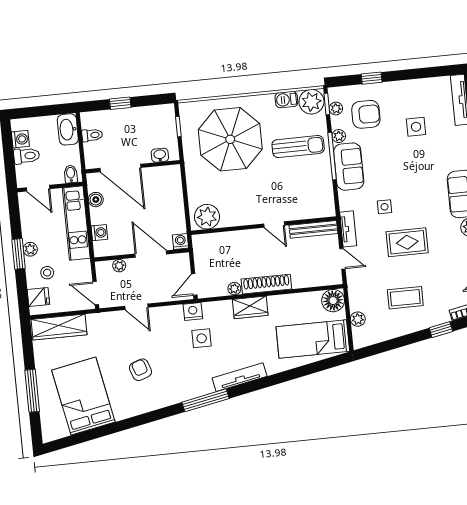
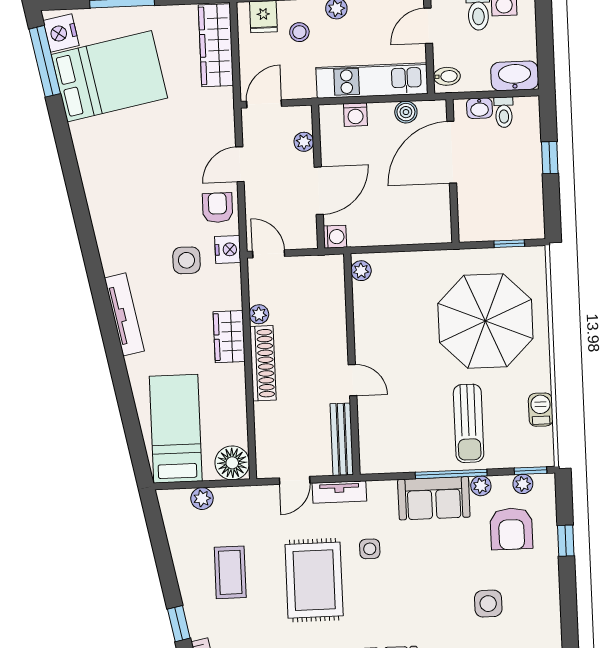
plant: (311, 102) -> (535, 447), removed
washbasin: (160, 155) -> (479, 108), moved, turned 90
plant: (207, 217) -> (361, 271), width x0.53, depth x0.53
door: (274, 225) -> (352, 380), swing flipped
rug: (407, 242) -> (314, 580), width x1.36, depth x1.43
armchair: (141, 370) -> (218, 208), moved, turned -71
window: (205, 400) -> (45, 61), moved
nightstand: (57, 429) -> (61, 33), added

